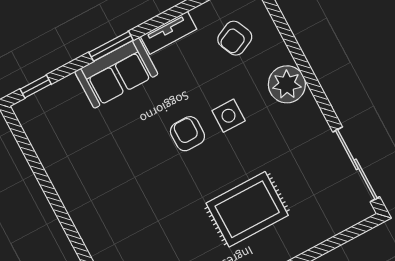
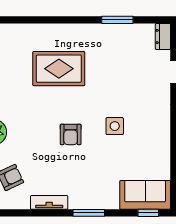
sofa: (116, 73) -> (145, 195), moved
side table: (229, 116) -> (115, 126), moved

